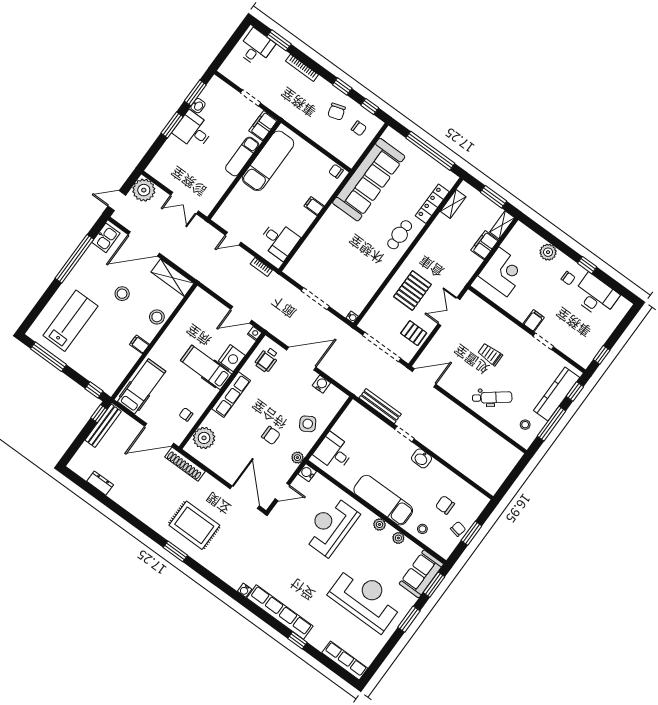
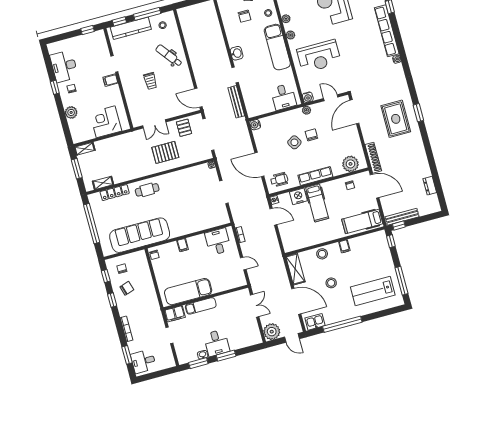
filing cabinet: (485, 245) -> (104, 145), removed
water cooler: (321, 384) -> (255, 125), moved
side table: (308, 424) -> (294, 142), moved

